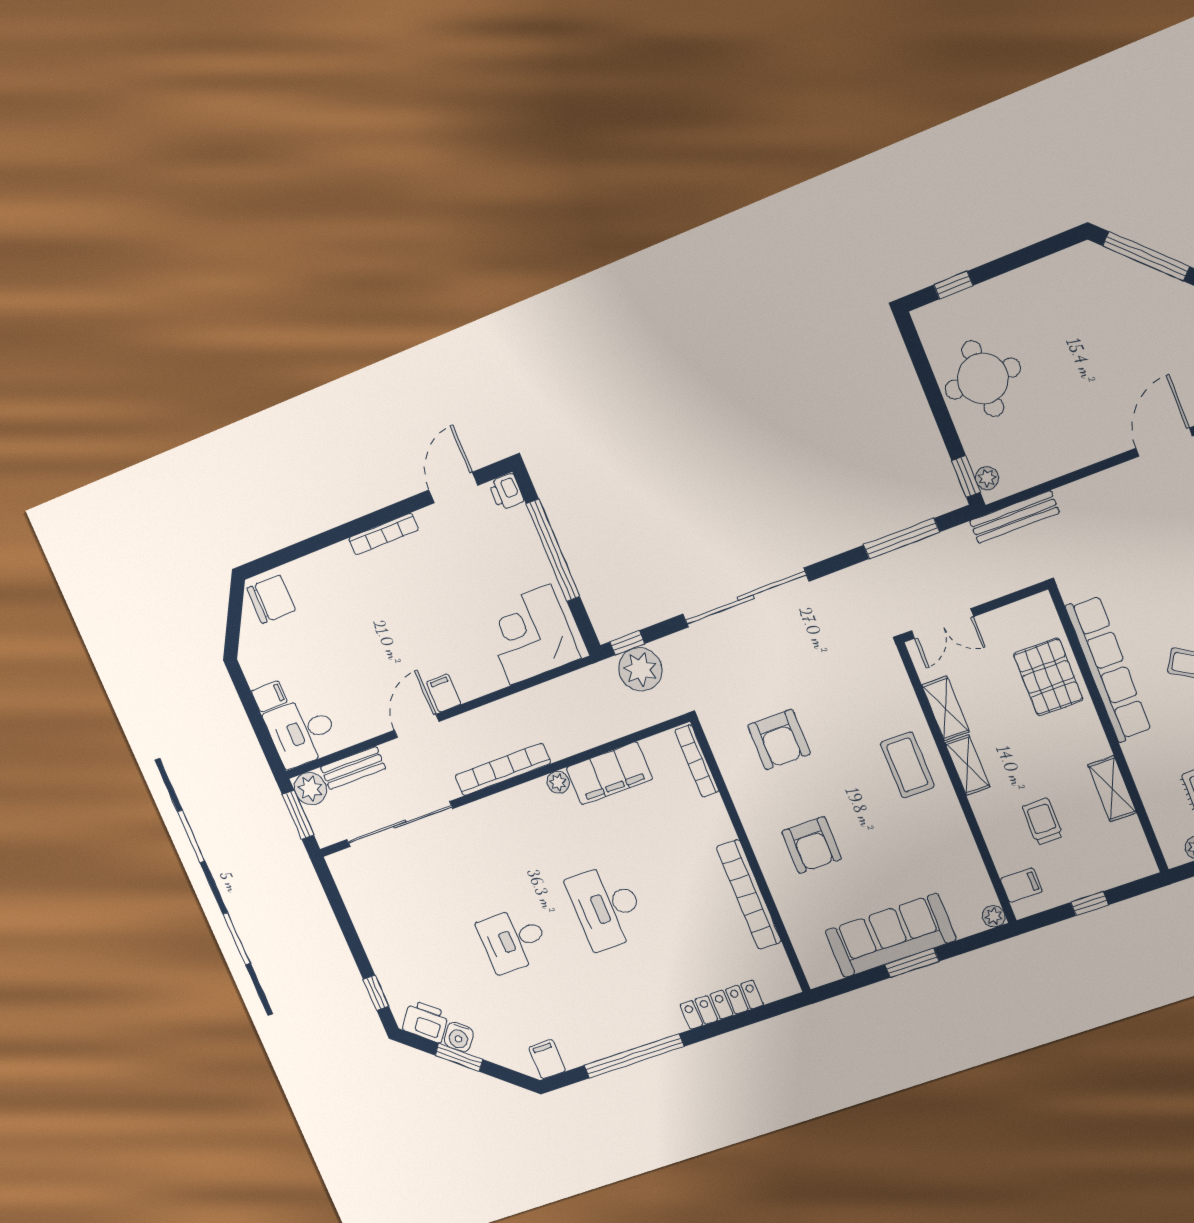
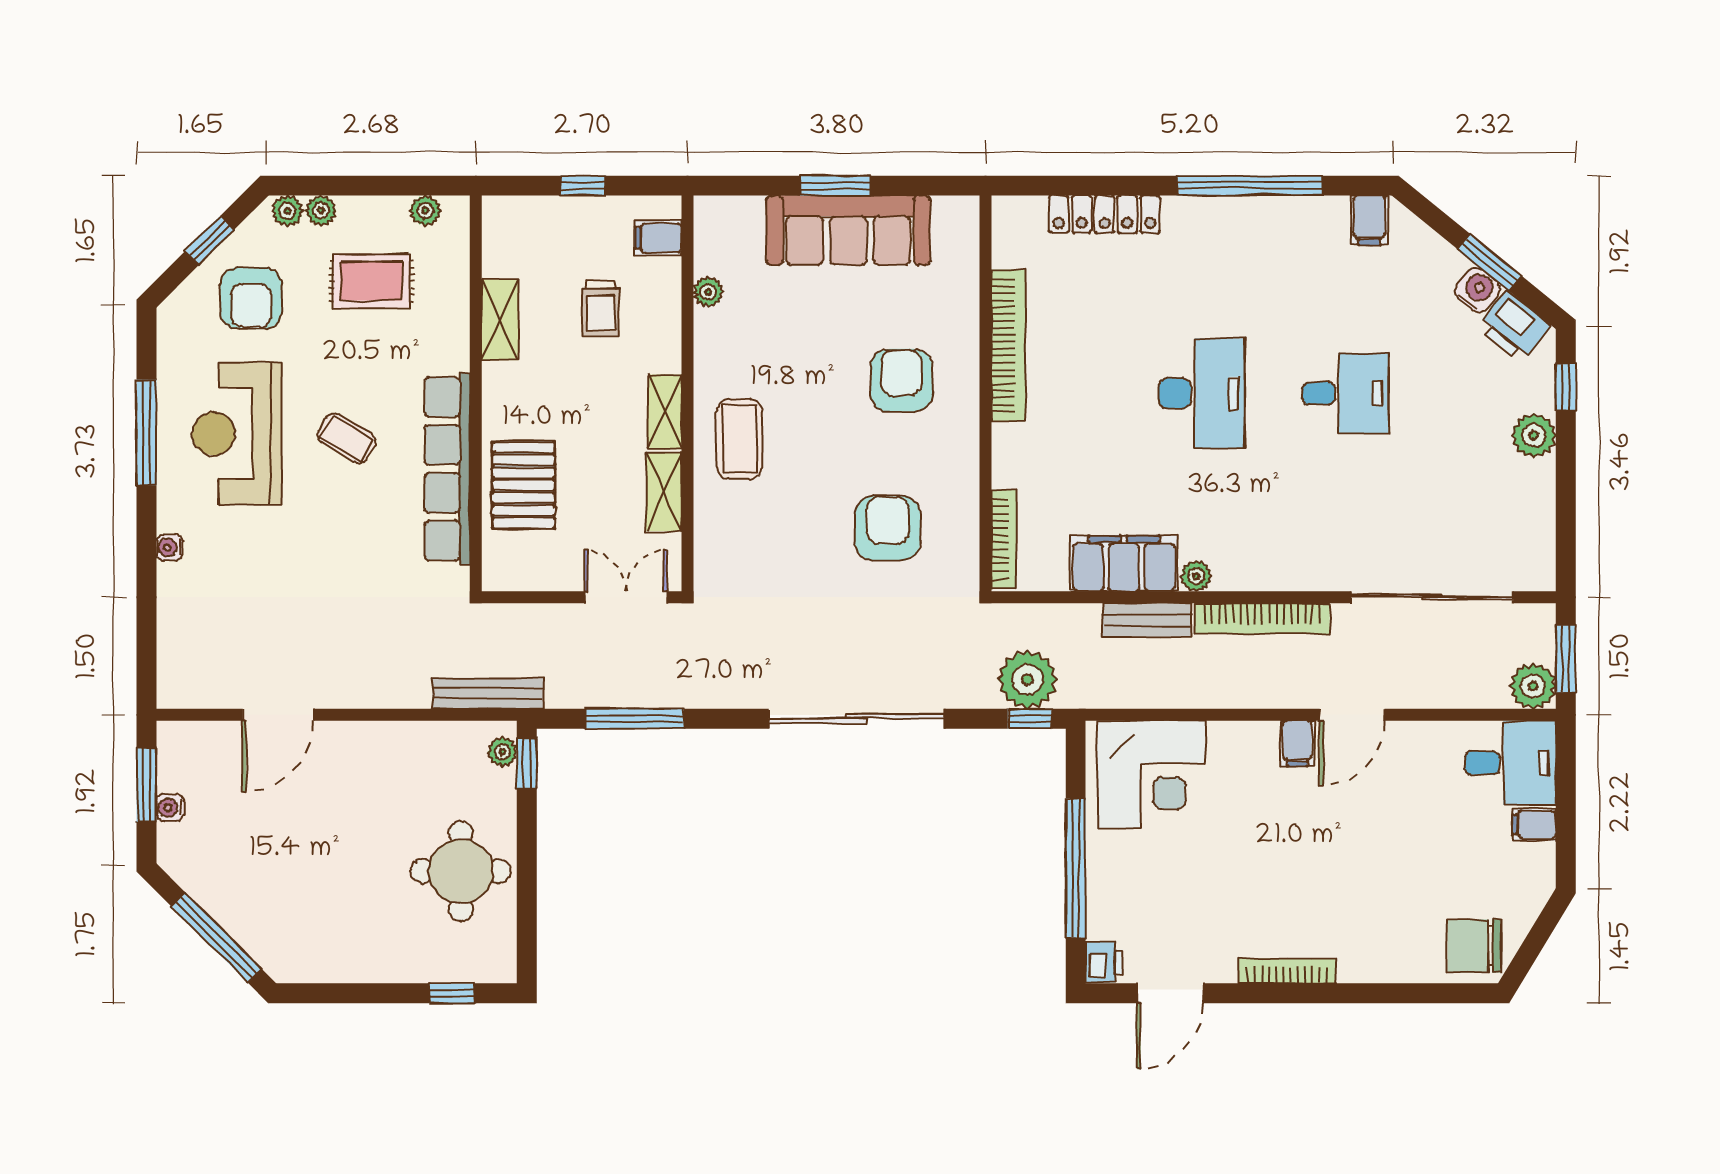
bench: (353, 768) -> (1147, 620), moved
plant: (994, 916) -> (708, 292), moved
plant: (382, 954) -> (1534, 435), added

